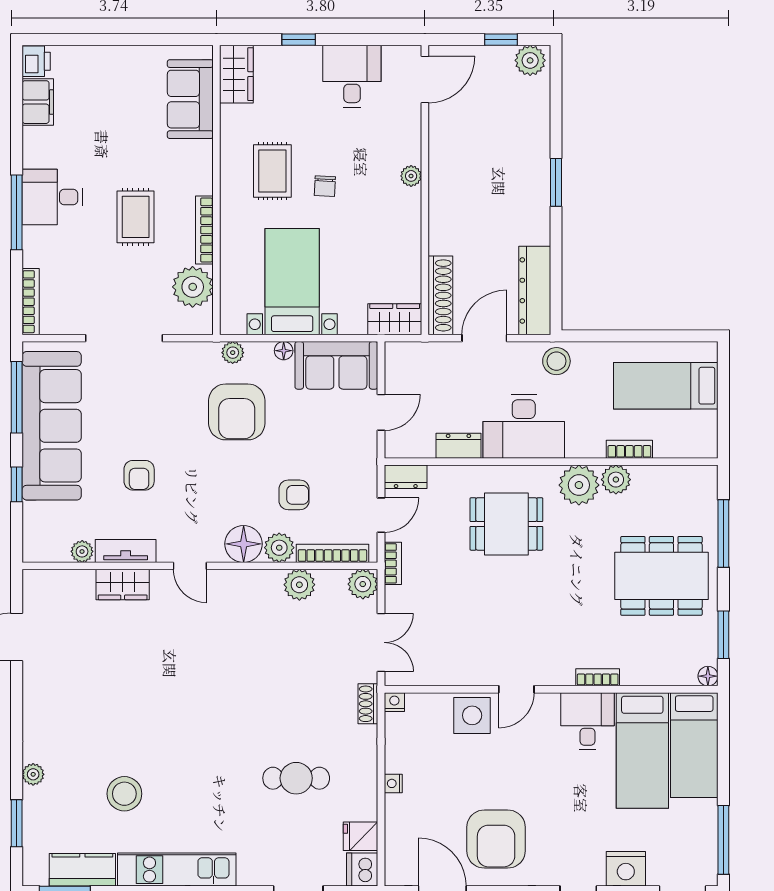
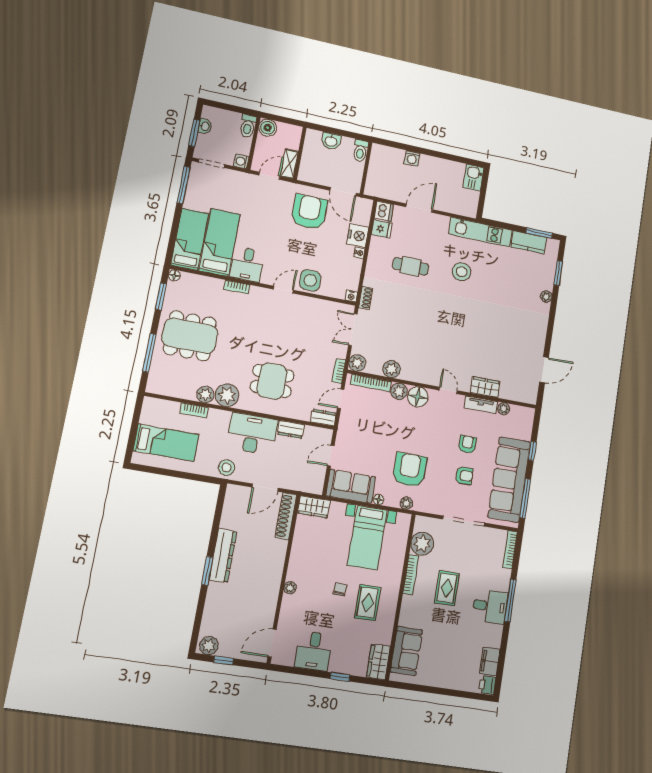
dresser: (535, 290) -> (223, 556), moved
armchair: (294, 495) -> (464, 476), moved, turned 180
stool: (124, 794) -> (462, 272), moved
nightstand: (626, 869) -> (358, 236), moved, turned 90

